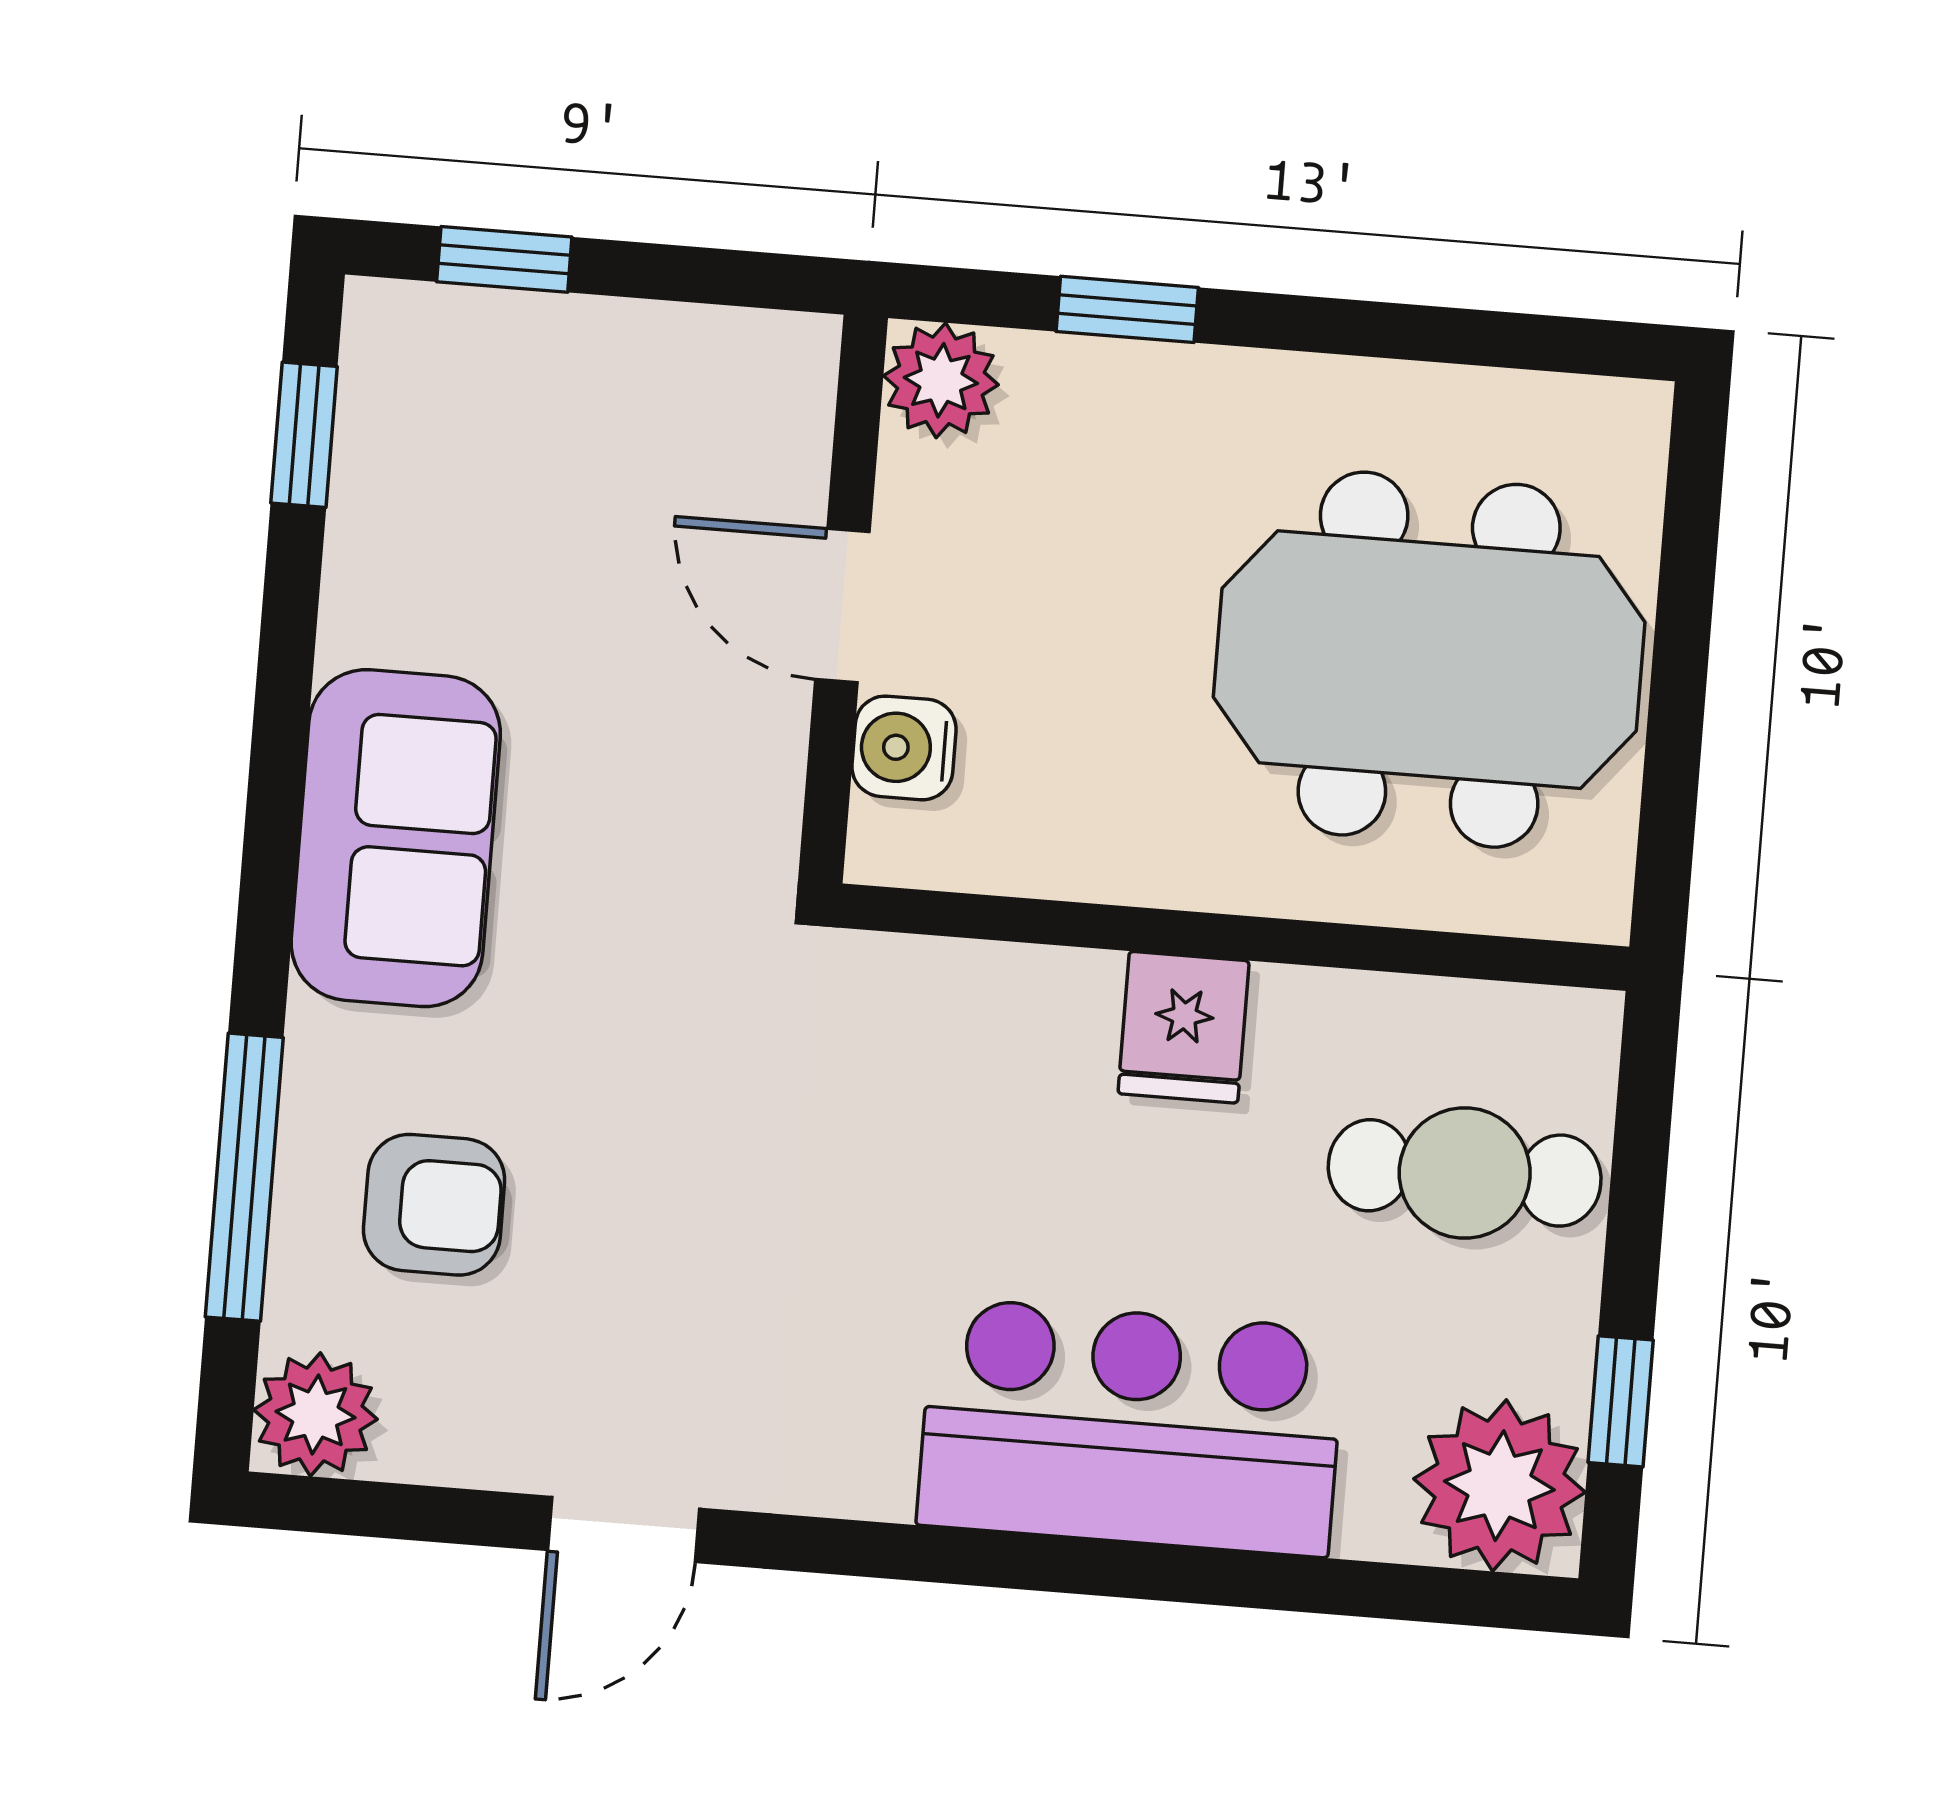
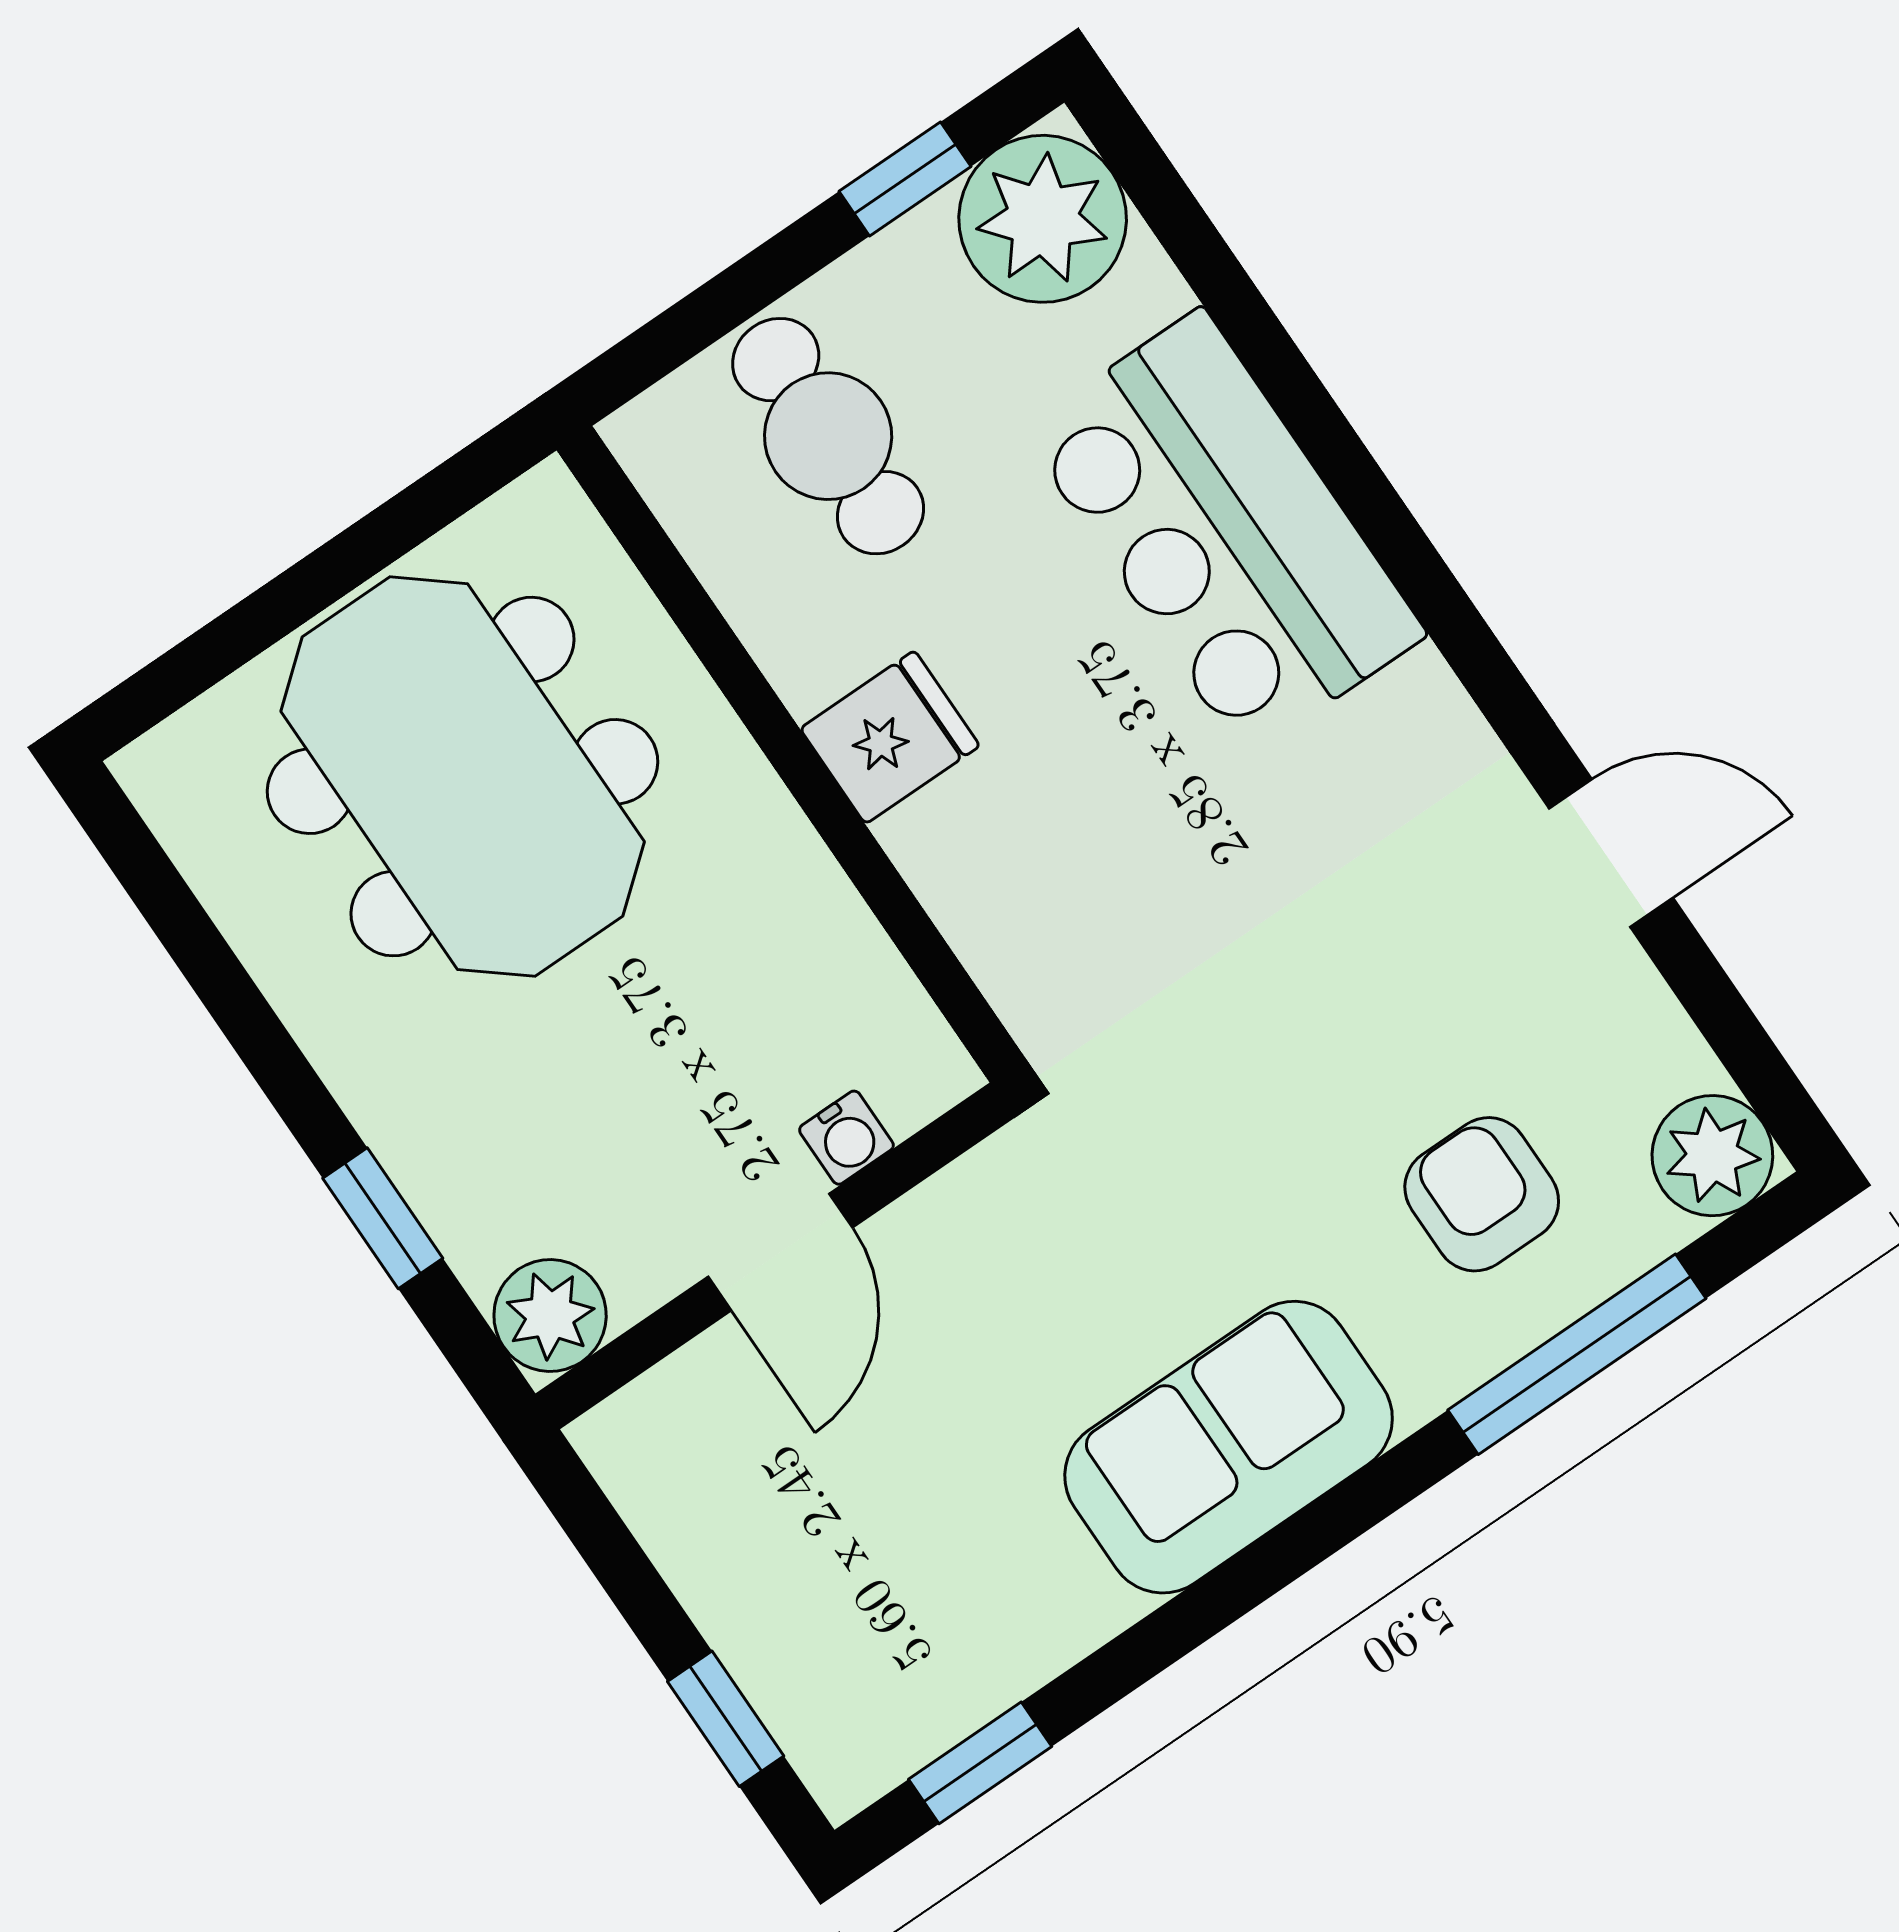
water cooler: (904, 748) -> (846, 1138), width x0.72, depth x0.72

